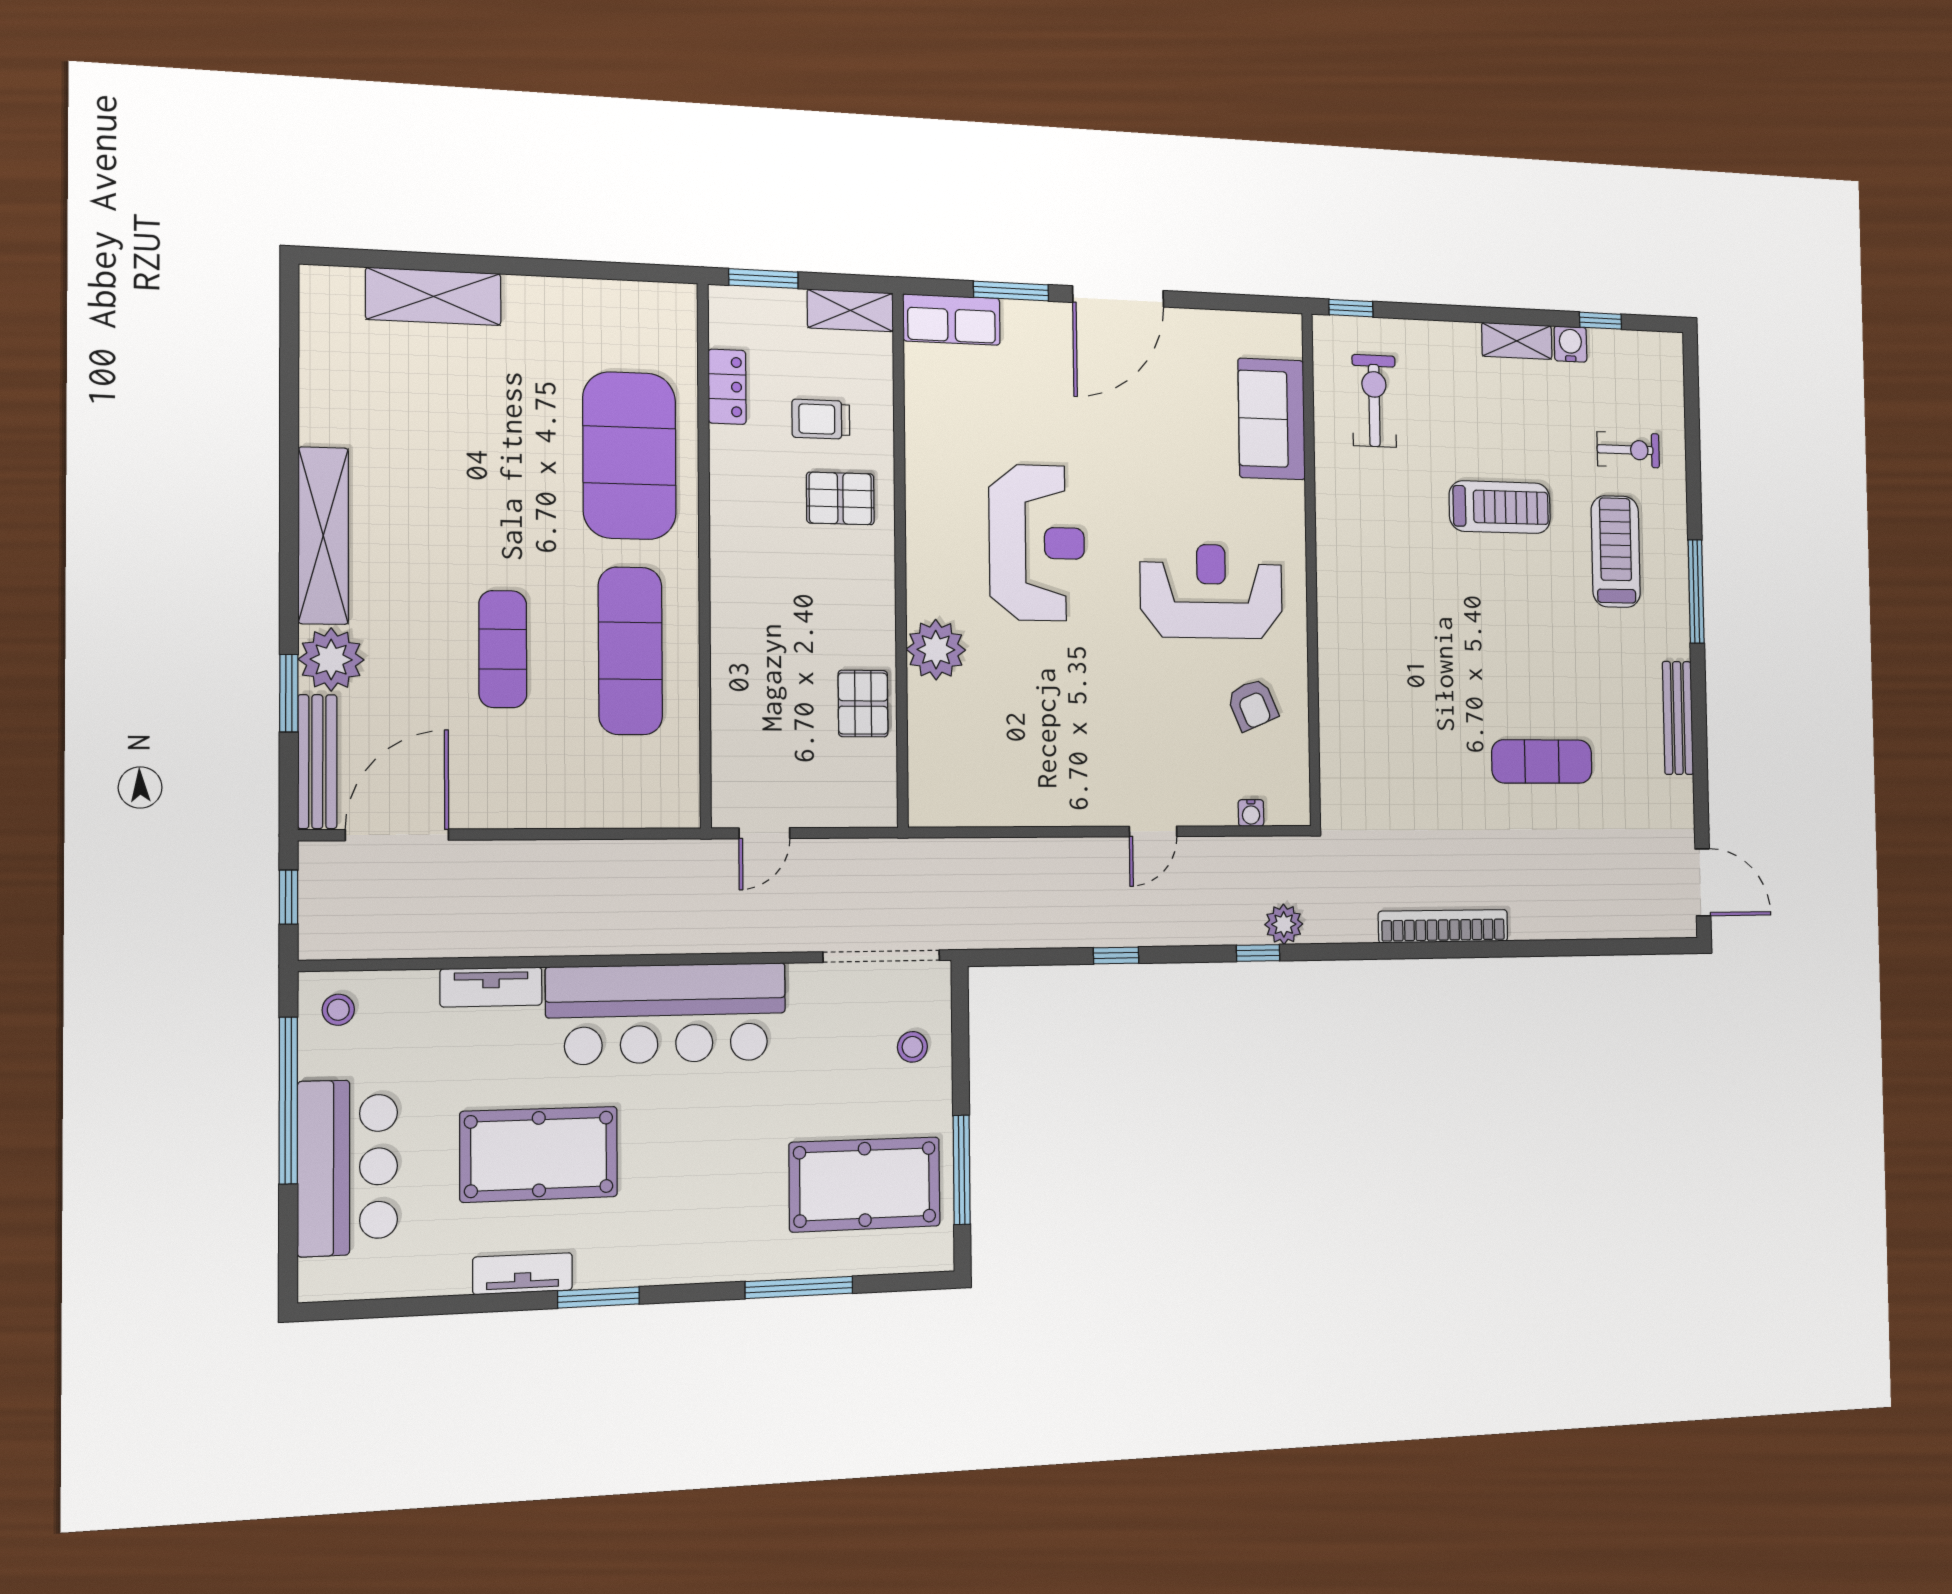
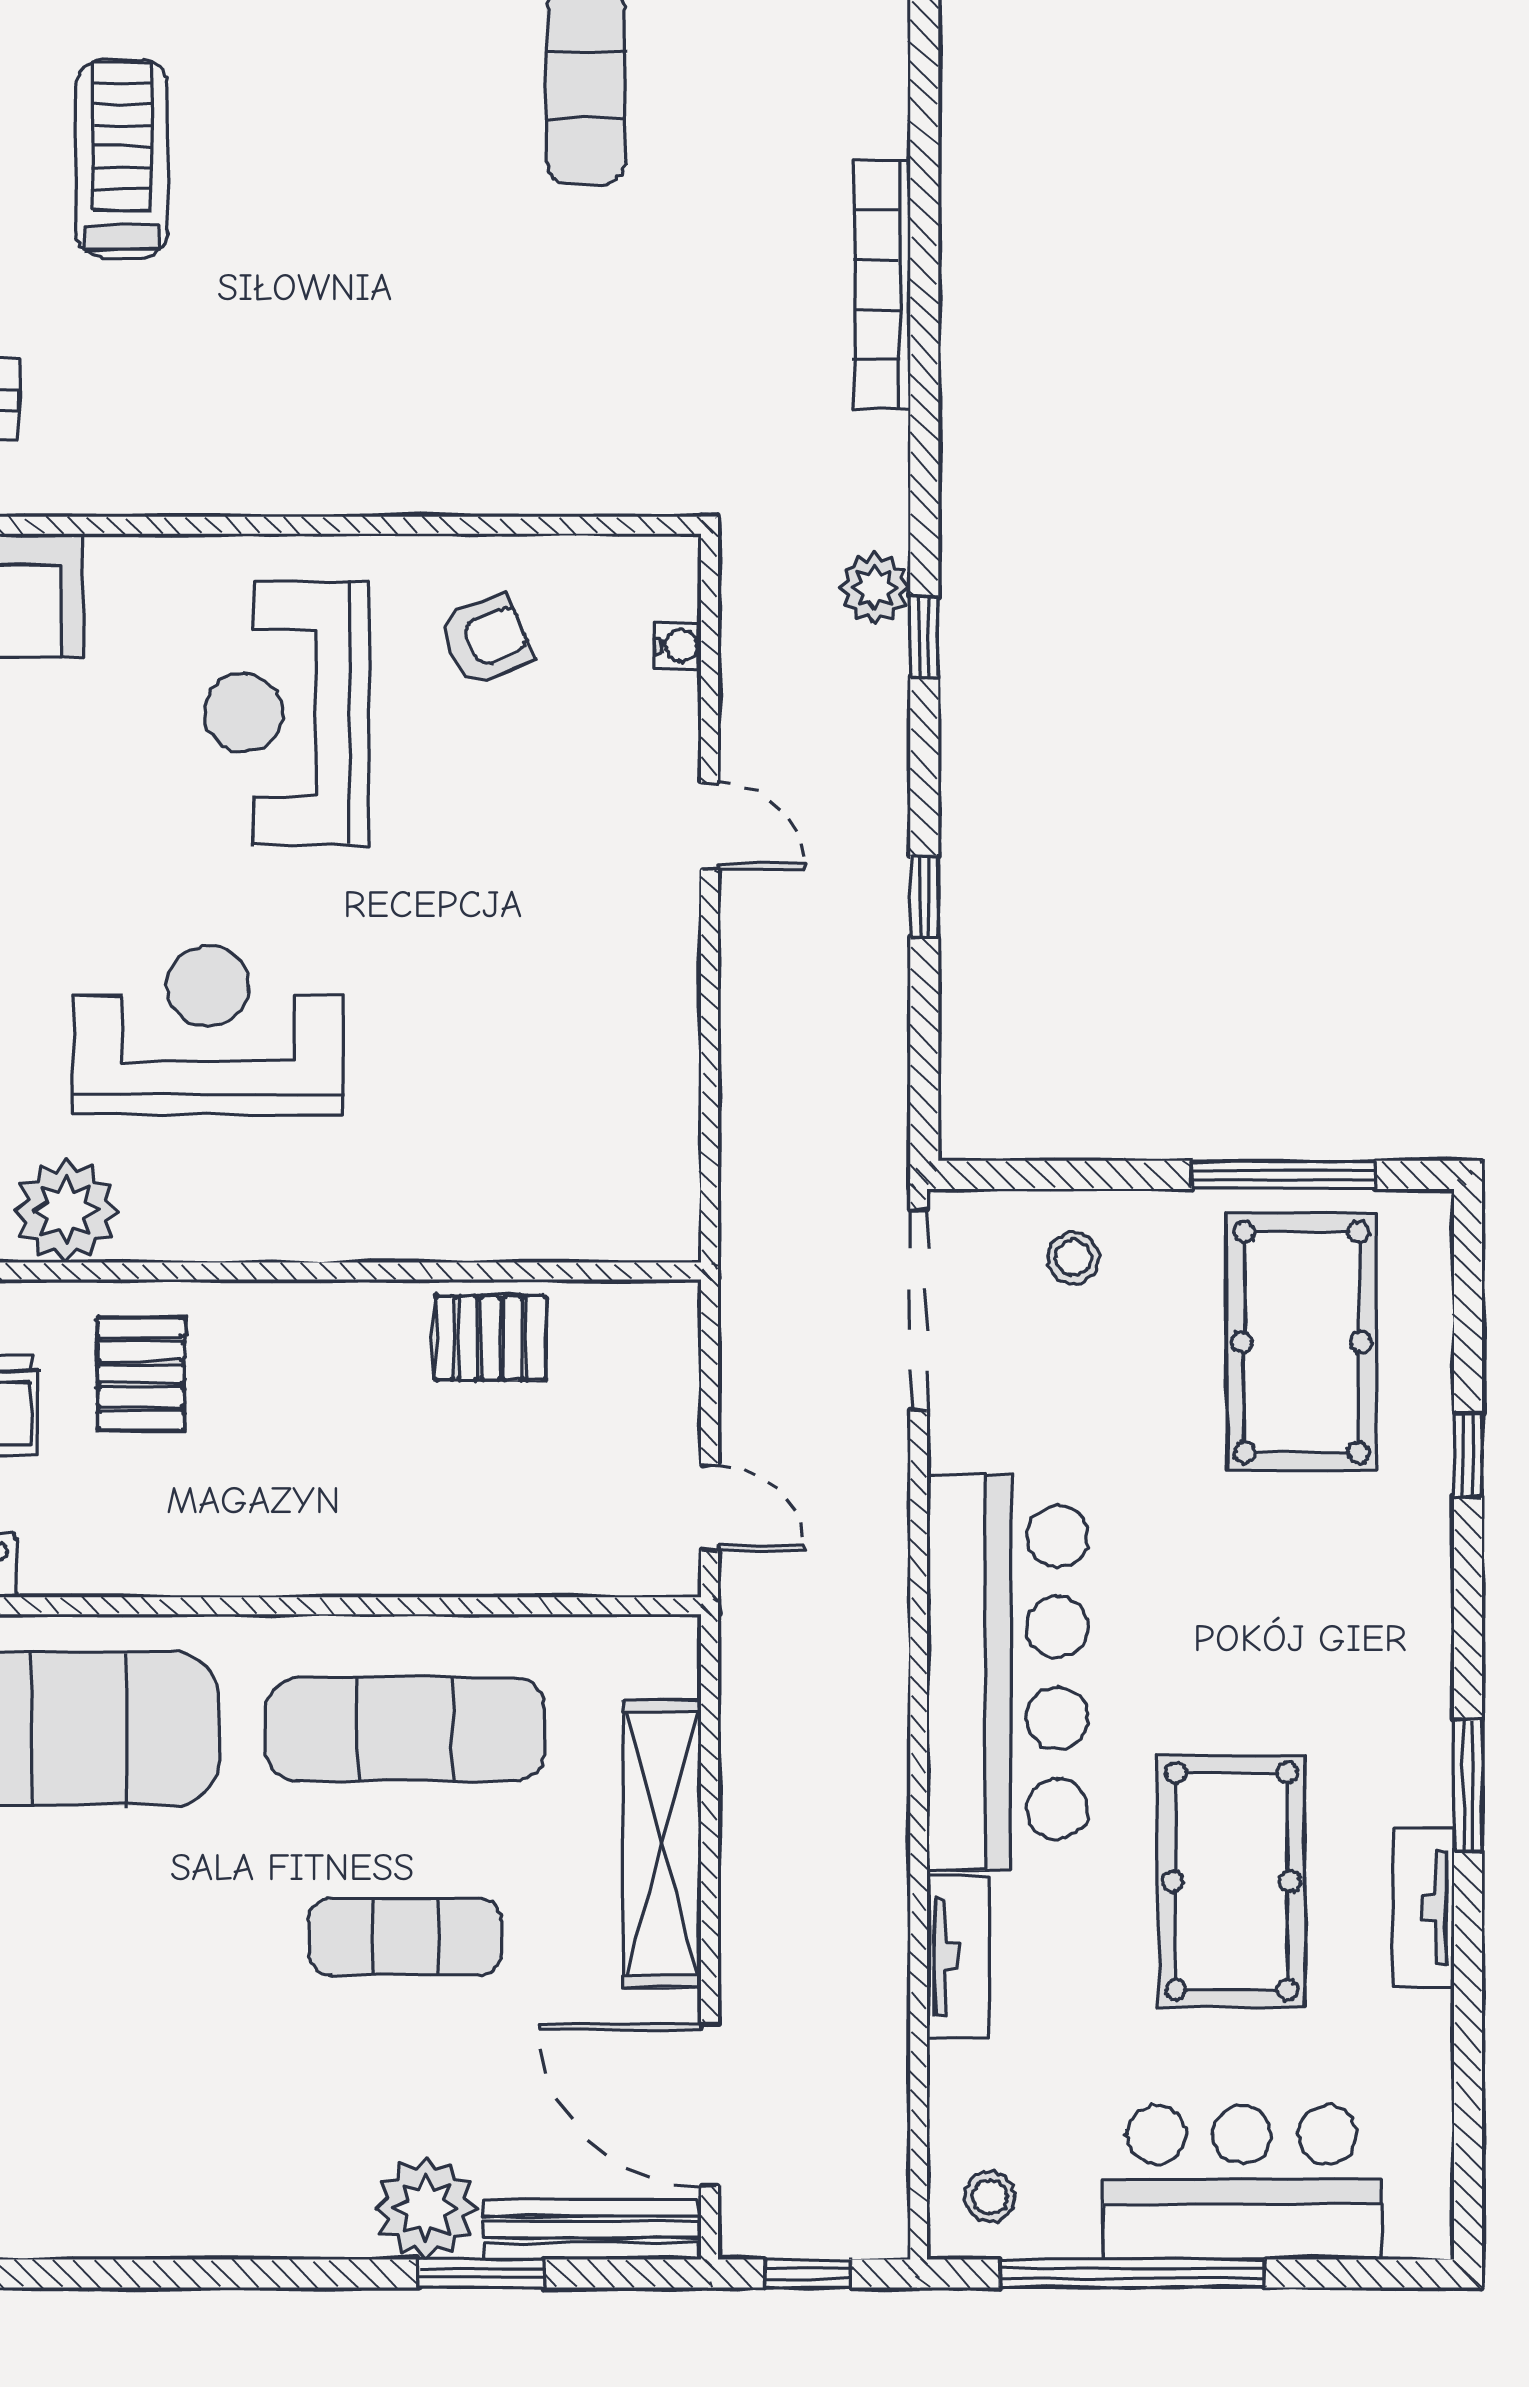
shelving: (323, 536) -> (662, 1844), moved, turned 90
plant: (936, 650) -> (66, 1210), moved
window: (799, 1287) -> (1468, 1455), width x0.46

